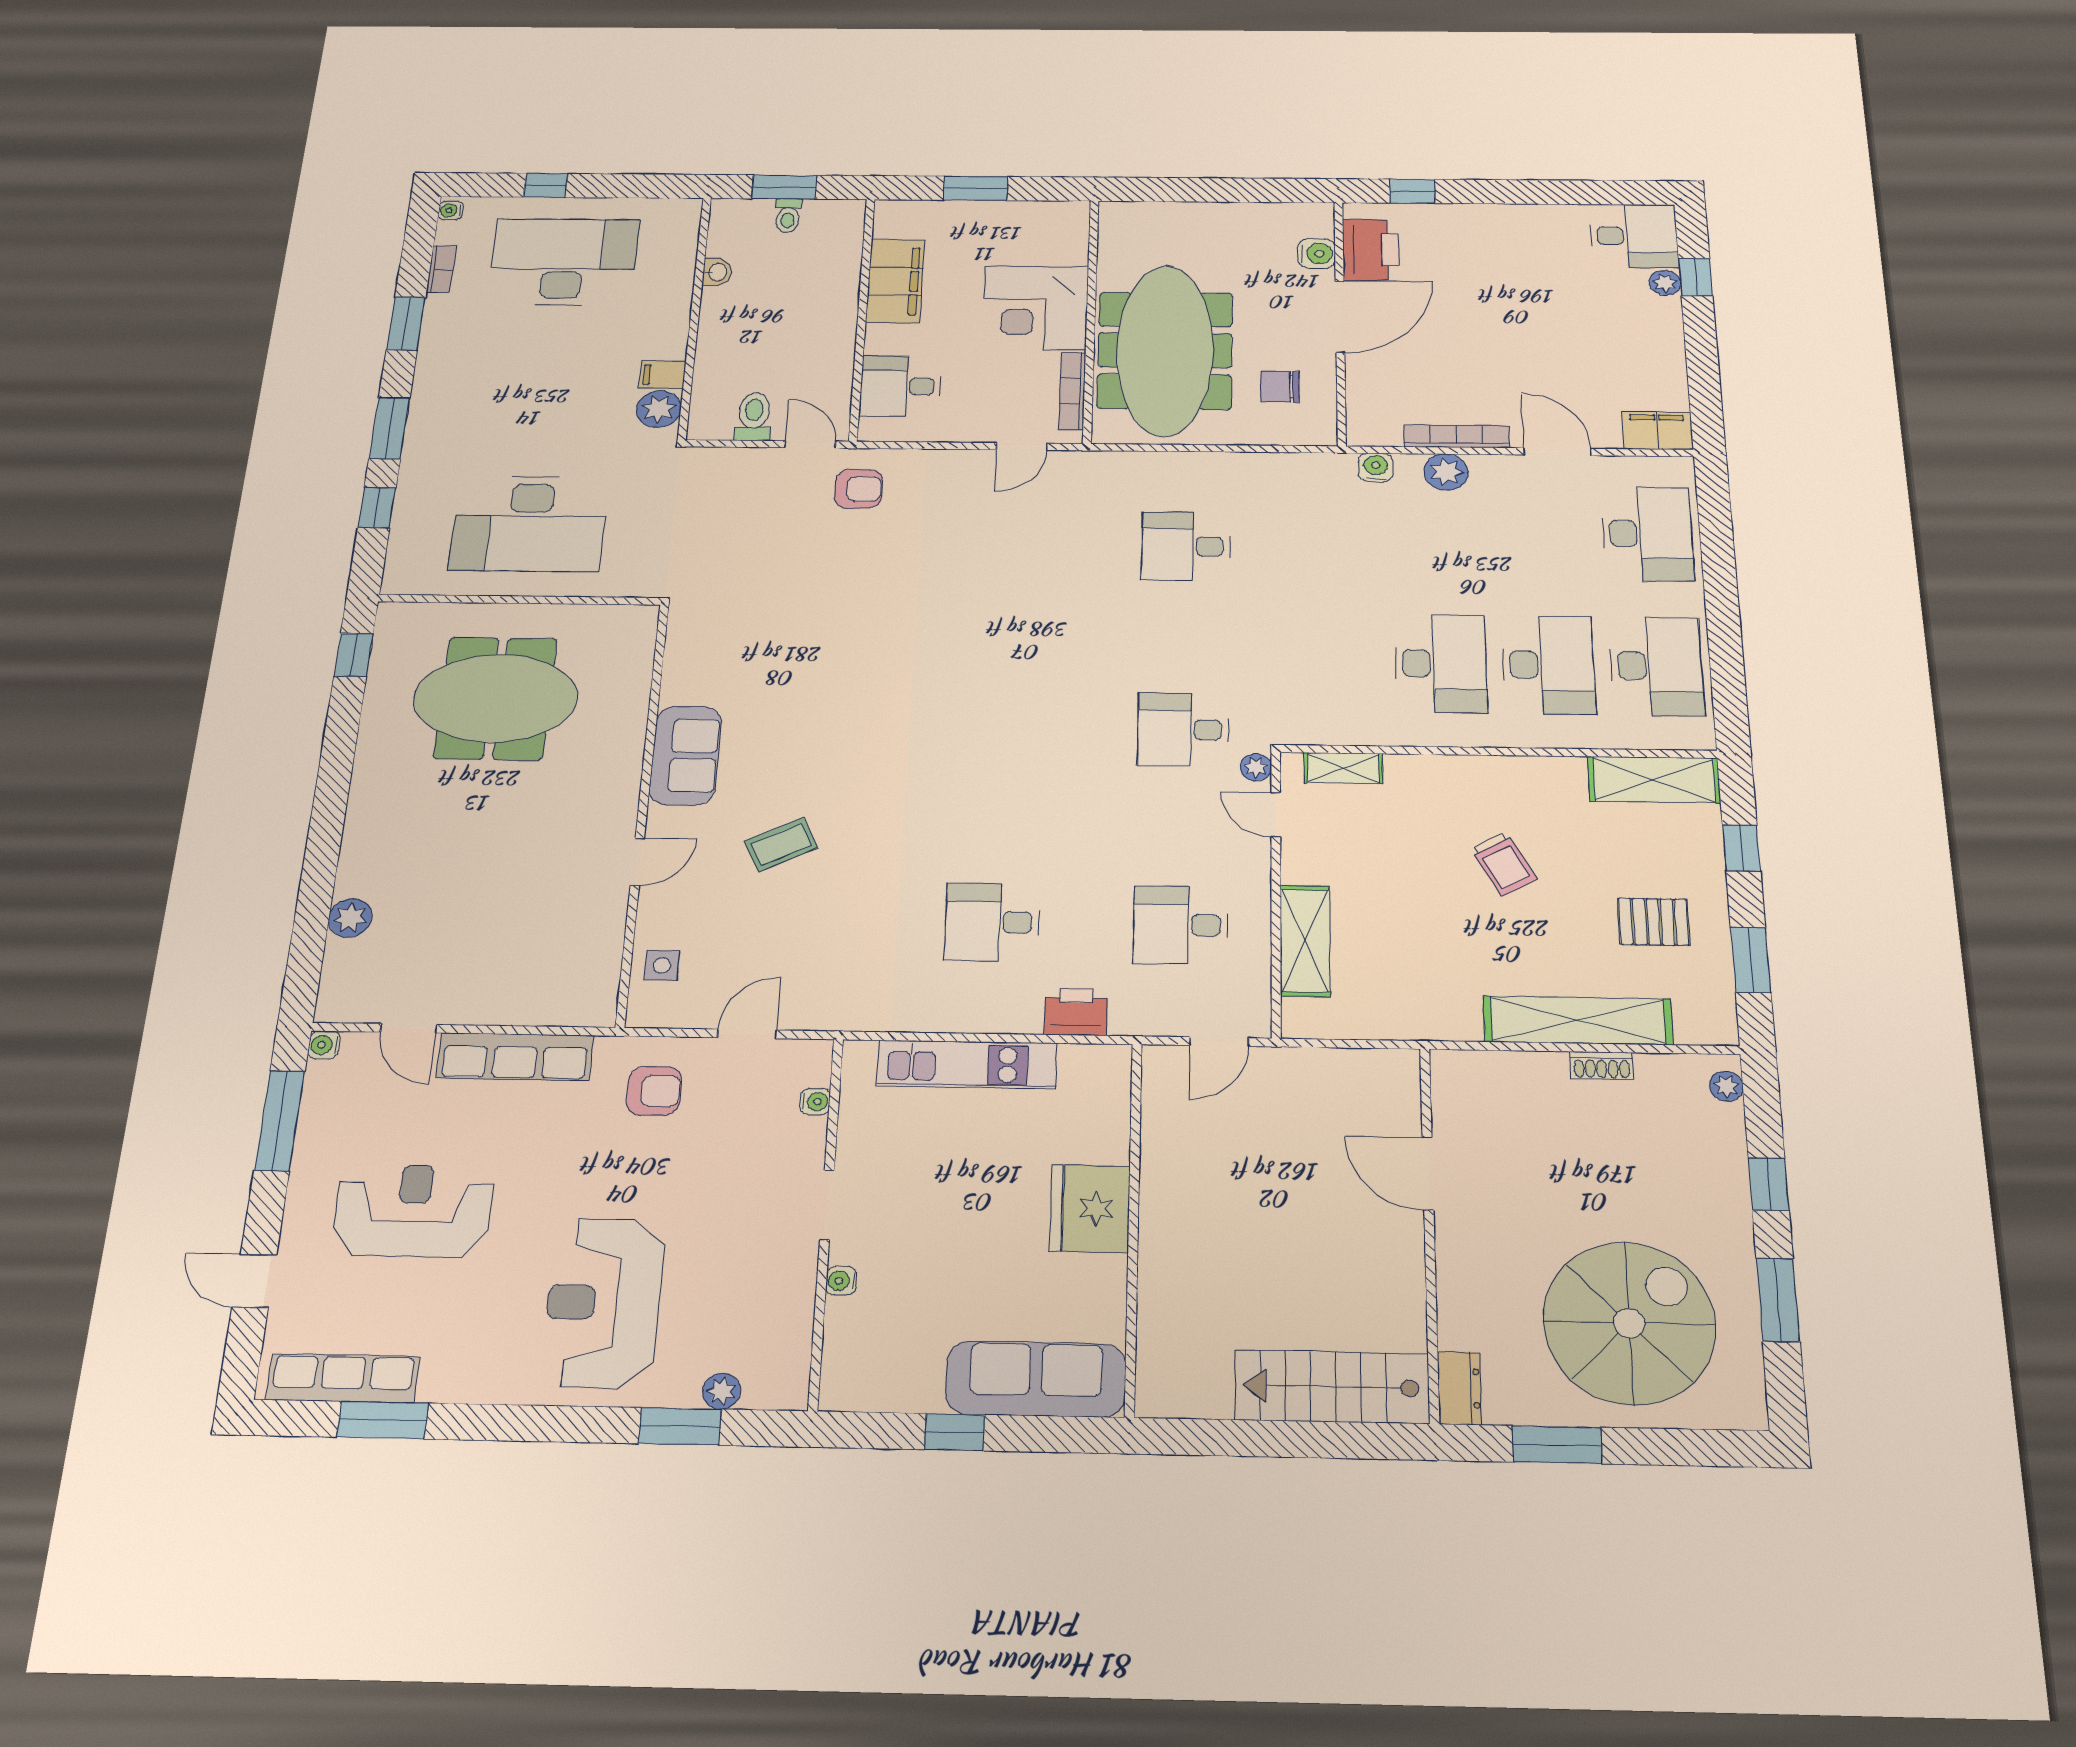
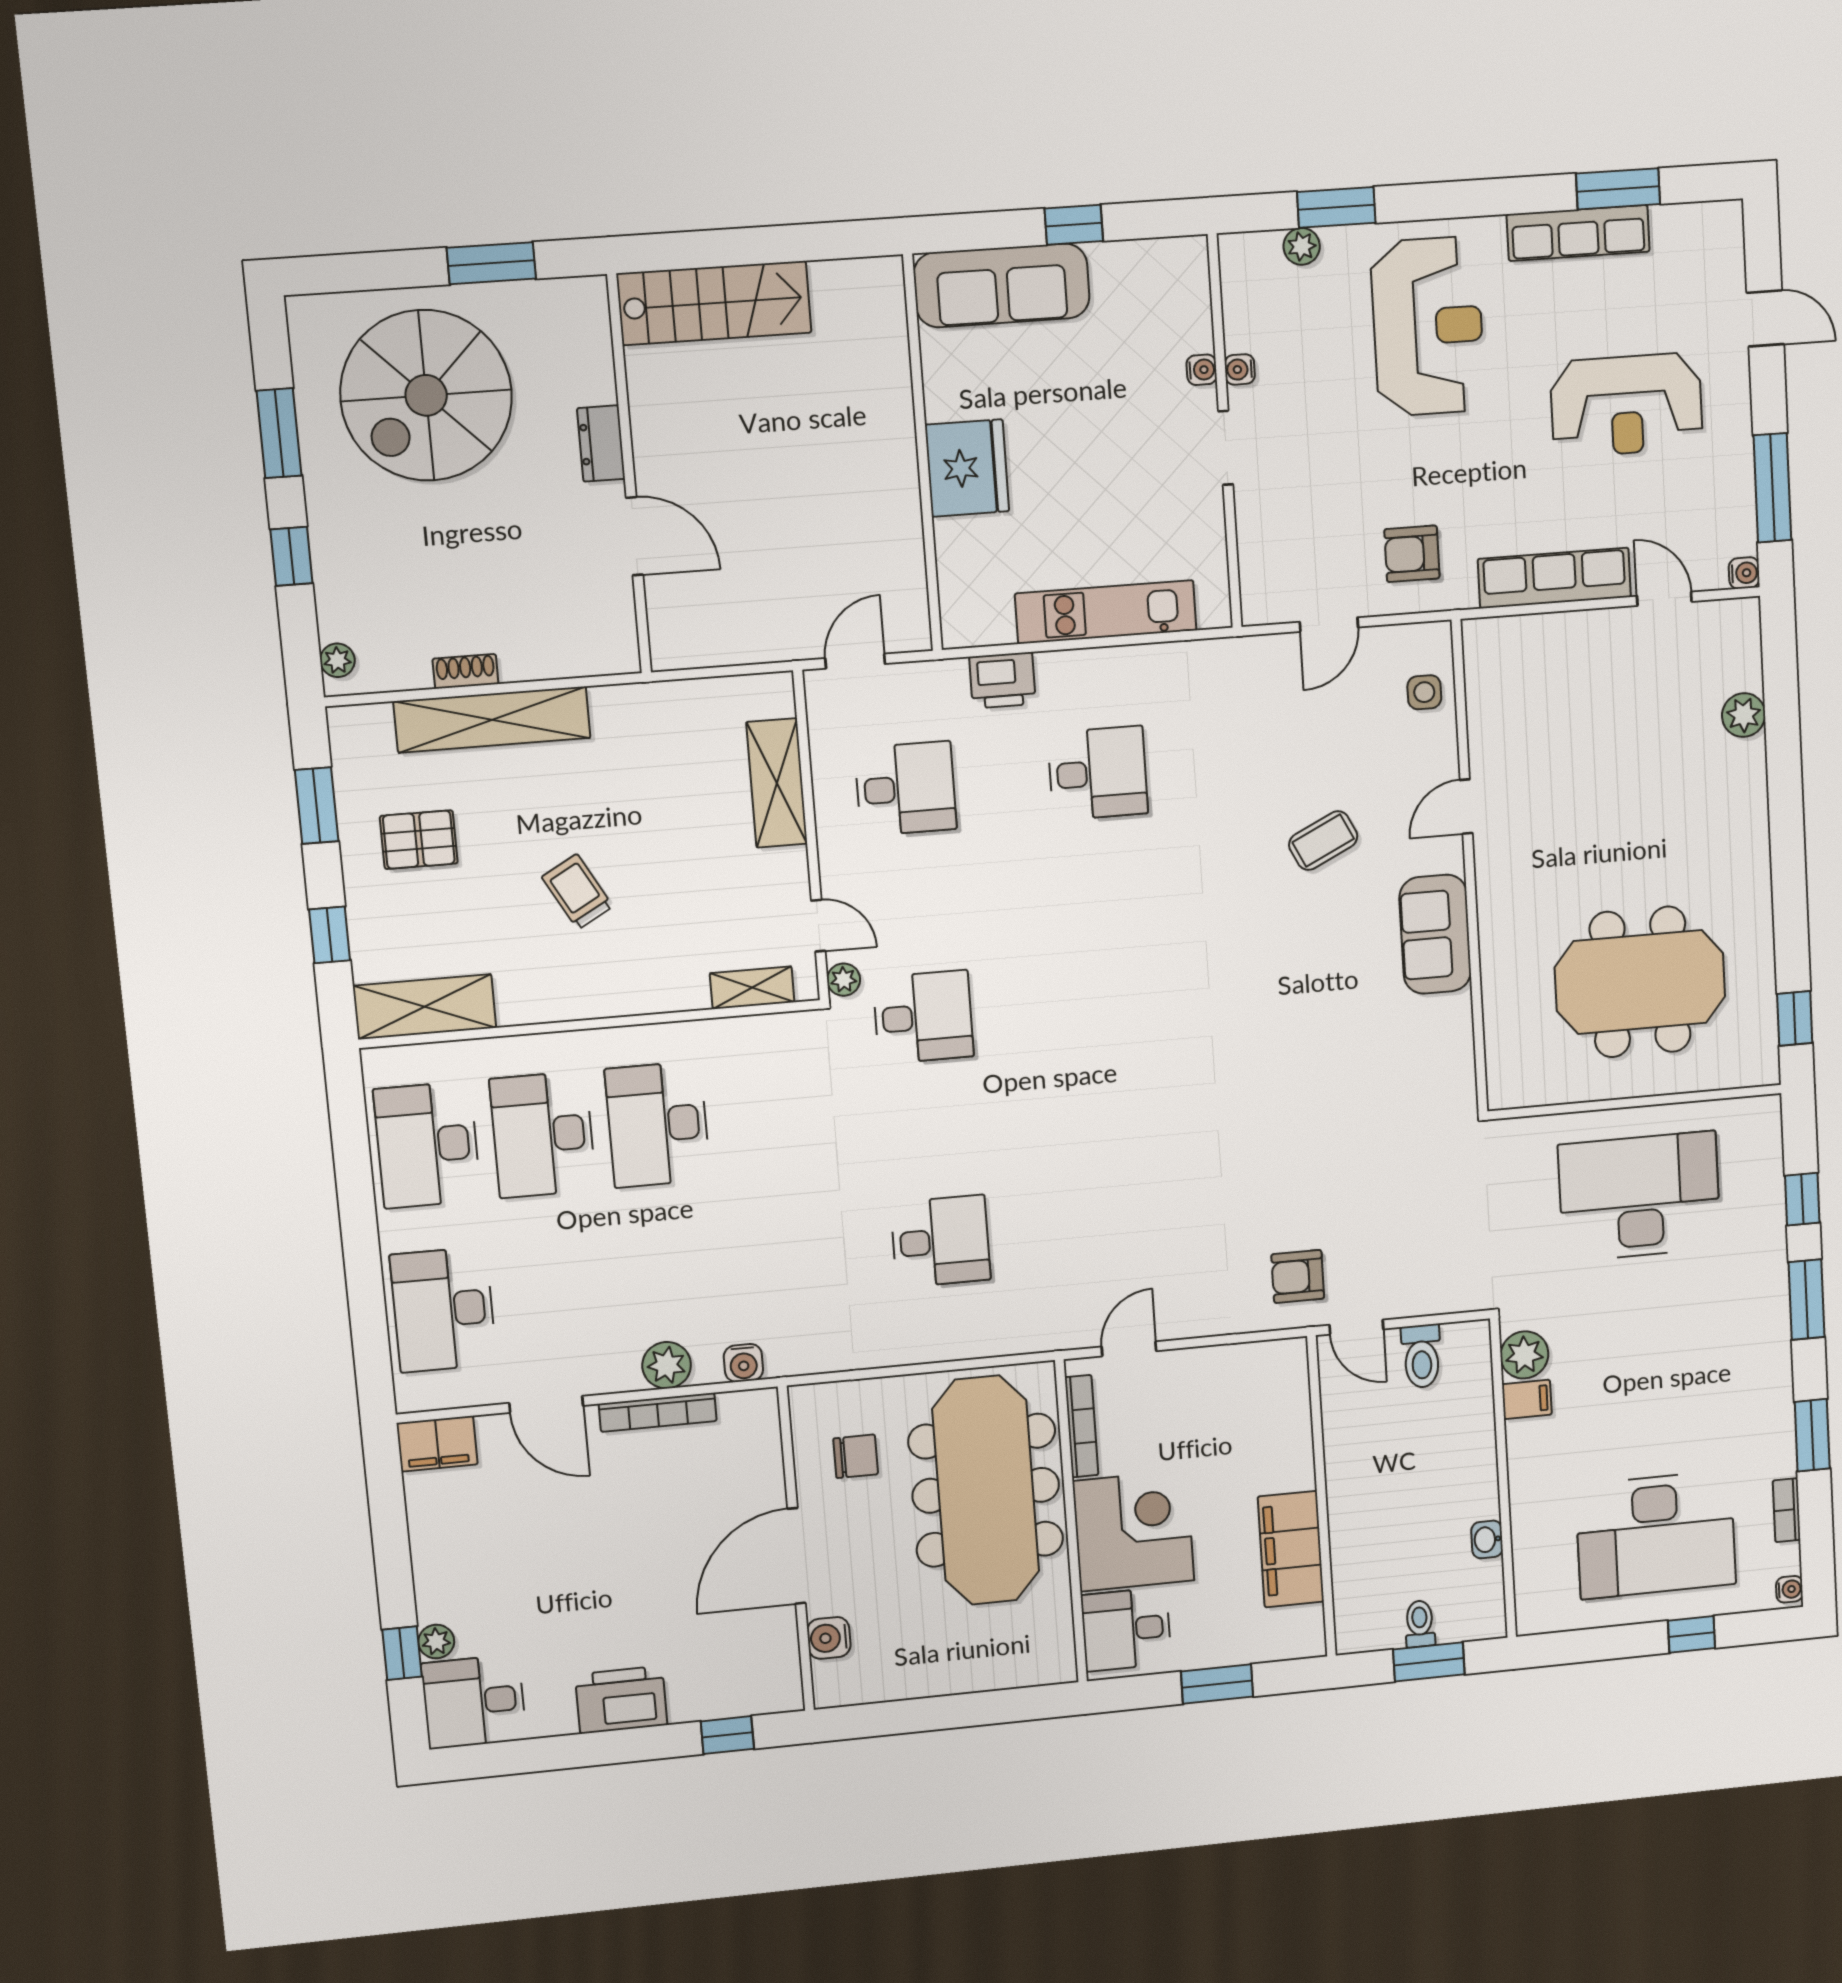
printer: (1371, 250) -> (621, 1700), moved, turned 90
desk: (900, 386) -> (1126, 1629), moved, turned 180
water cooler: (815, 1102) -> (1240, 369), moved
row of seats: (343, 1378) -> (1578, 233), moved
dresser: (1460, 1388) -> (601, 443), moved

